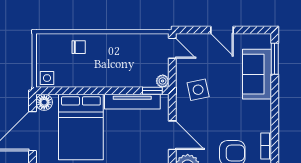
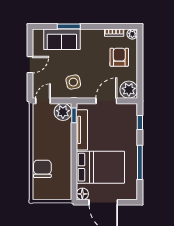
chair: (79, 47) -> (42, 169), width x1.87, depth x1.87
window: (275, 59) -> (69, 26), moved
side table: (47, 78) -> (65, 192), removed
plant: (163, 81) -> (63, 112), width x1.88, depth x1.88

